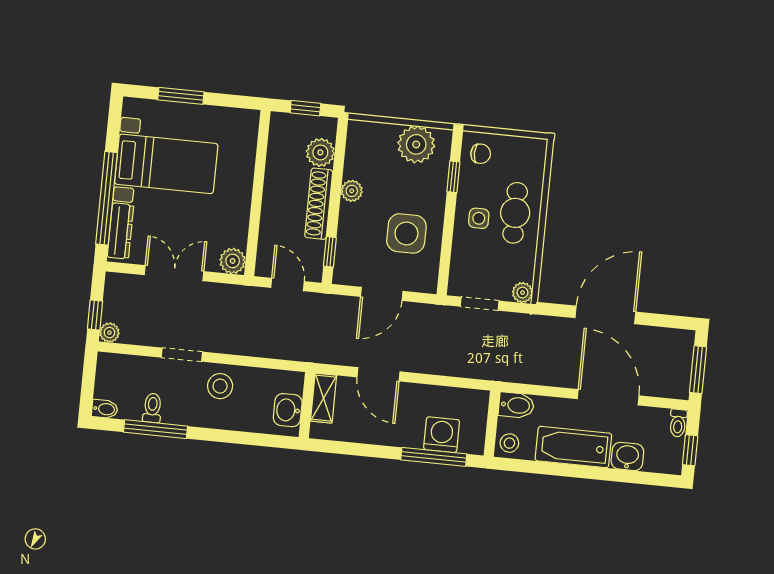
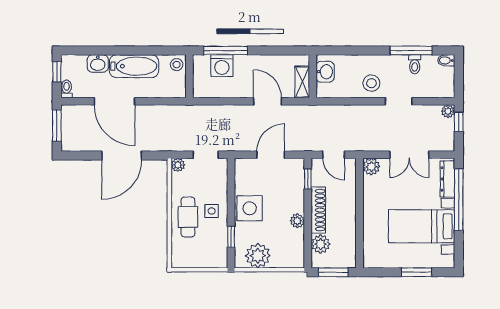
window: (305, 108) -> (333, 272), width x1.50
chair: (481, 154) -> (215, 254), removed
side table: (406, 233) -> (250, 208), moved
bidet: (516, 405) -> (175, 90), removed

